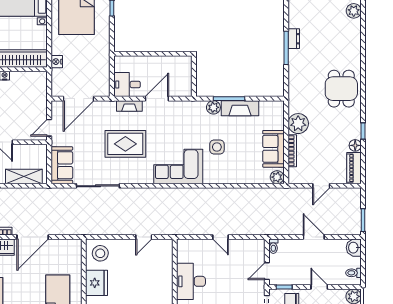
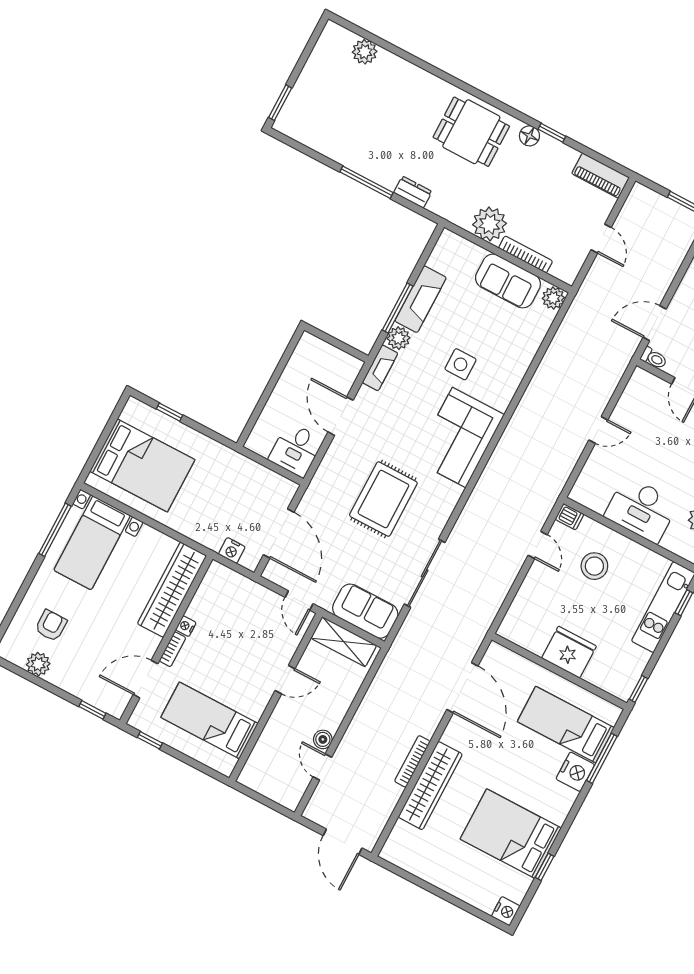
dresser: (294, 39) -> (413, 192), moved
nightstand: (57, 62) -> (232, 550), moved
fireplace: (129, 106) -> (380, 368), moved
floor lamp: (355, 145) -> (529, 136), moved
shelving: (24, 177) -> (344, 642), moved, turned 90
door: (33, 237) -> (462, 688), moved
door: (314, 237) -> (655, 323), moved
dishwasher: (167, 246) -> (570, 517), added
stool: (100, 253) -> (594, 566), moved

